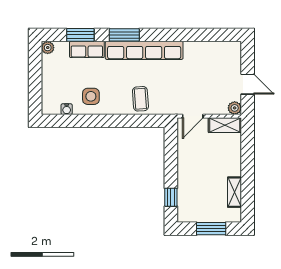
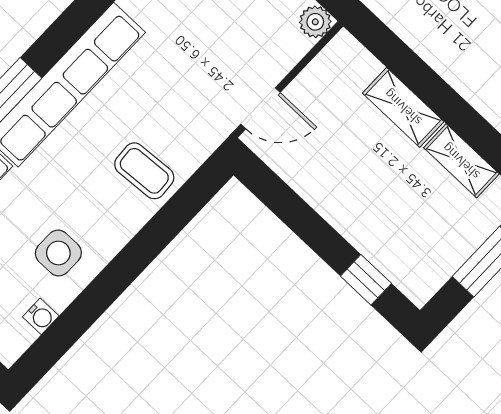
door: (193, 116) -> (261, 108), hinge flipped
shelving: (225, 125) -> (403, 107), moved, turned 90

